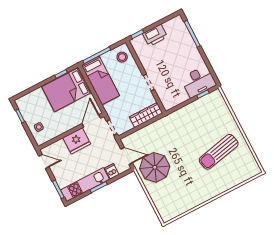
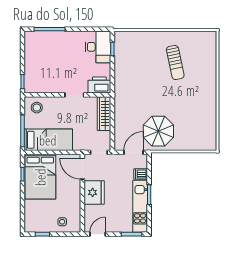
printer: (155, 35) -> (99, 85), moved, turned -90
sun lounger: (219, 152) -> (175, 62), width x0.73, depth x0.75

